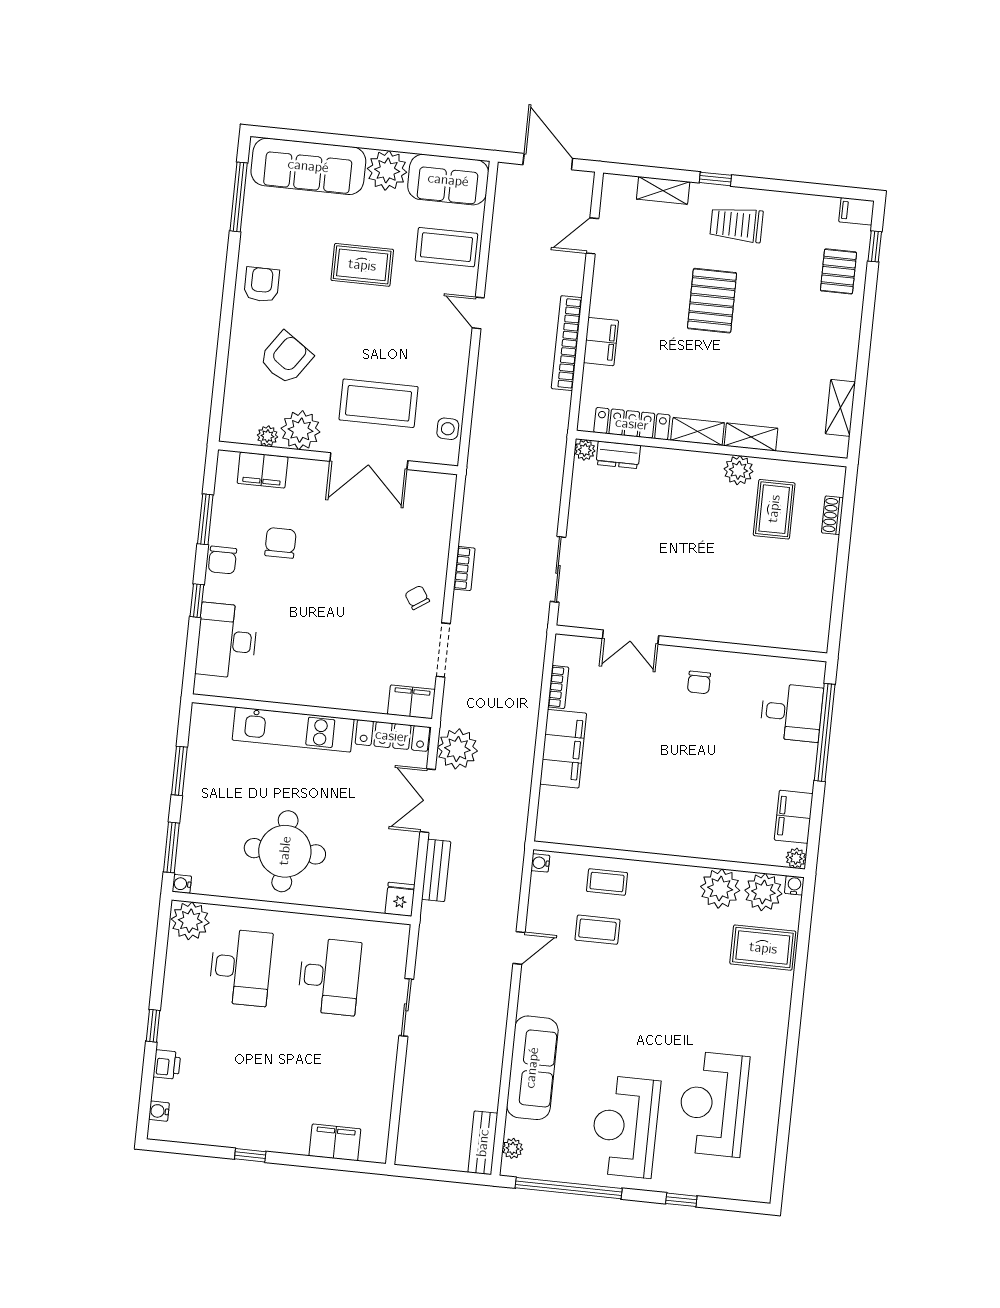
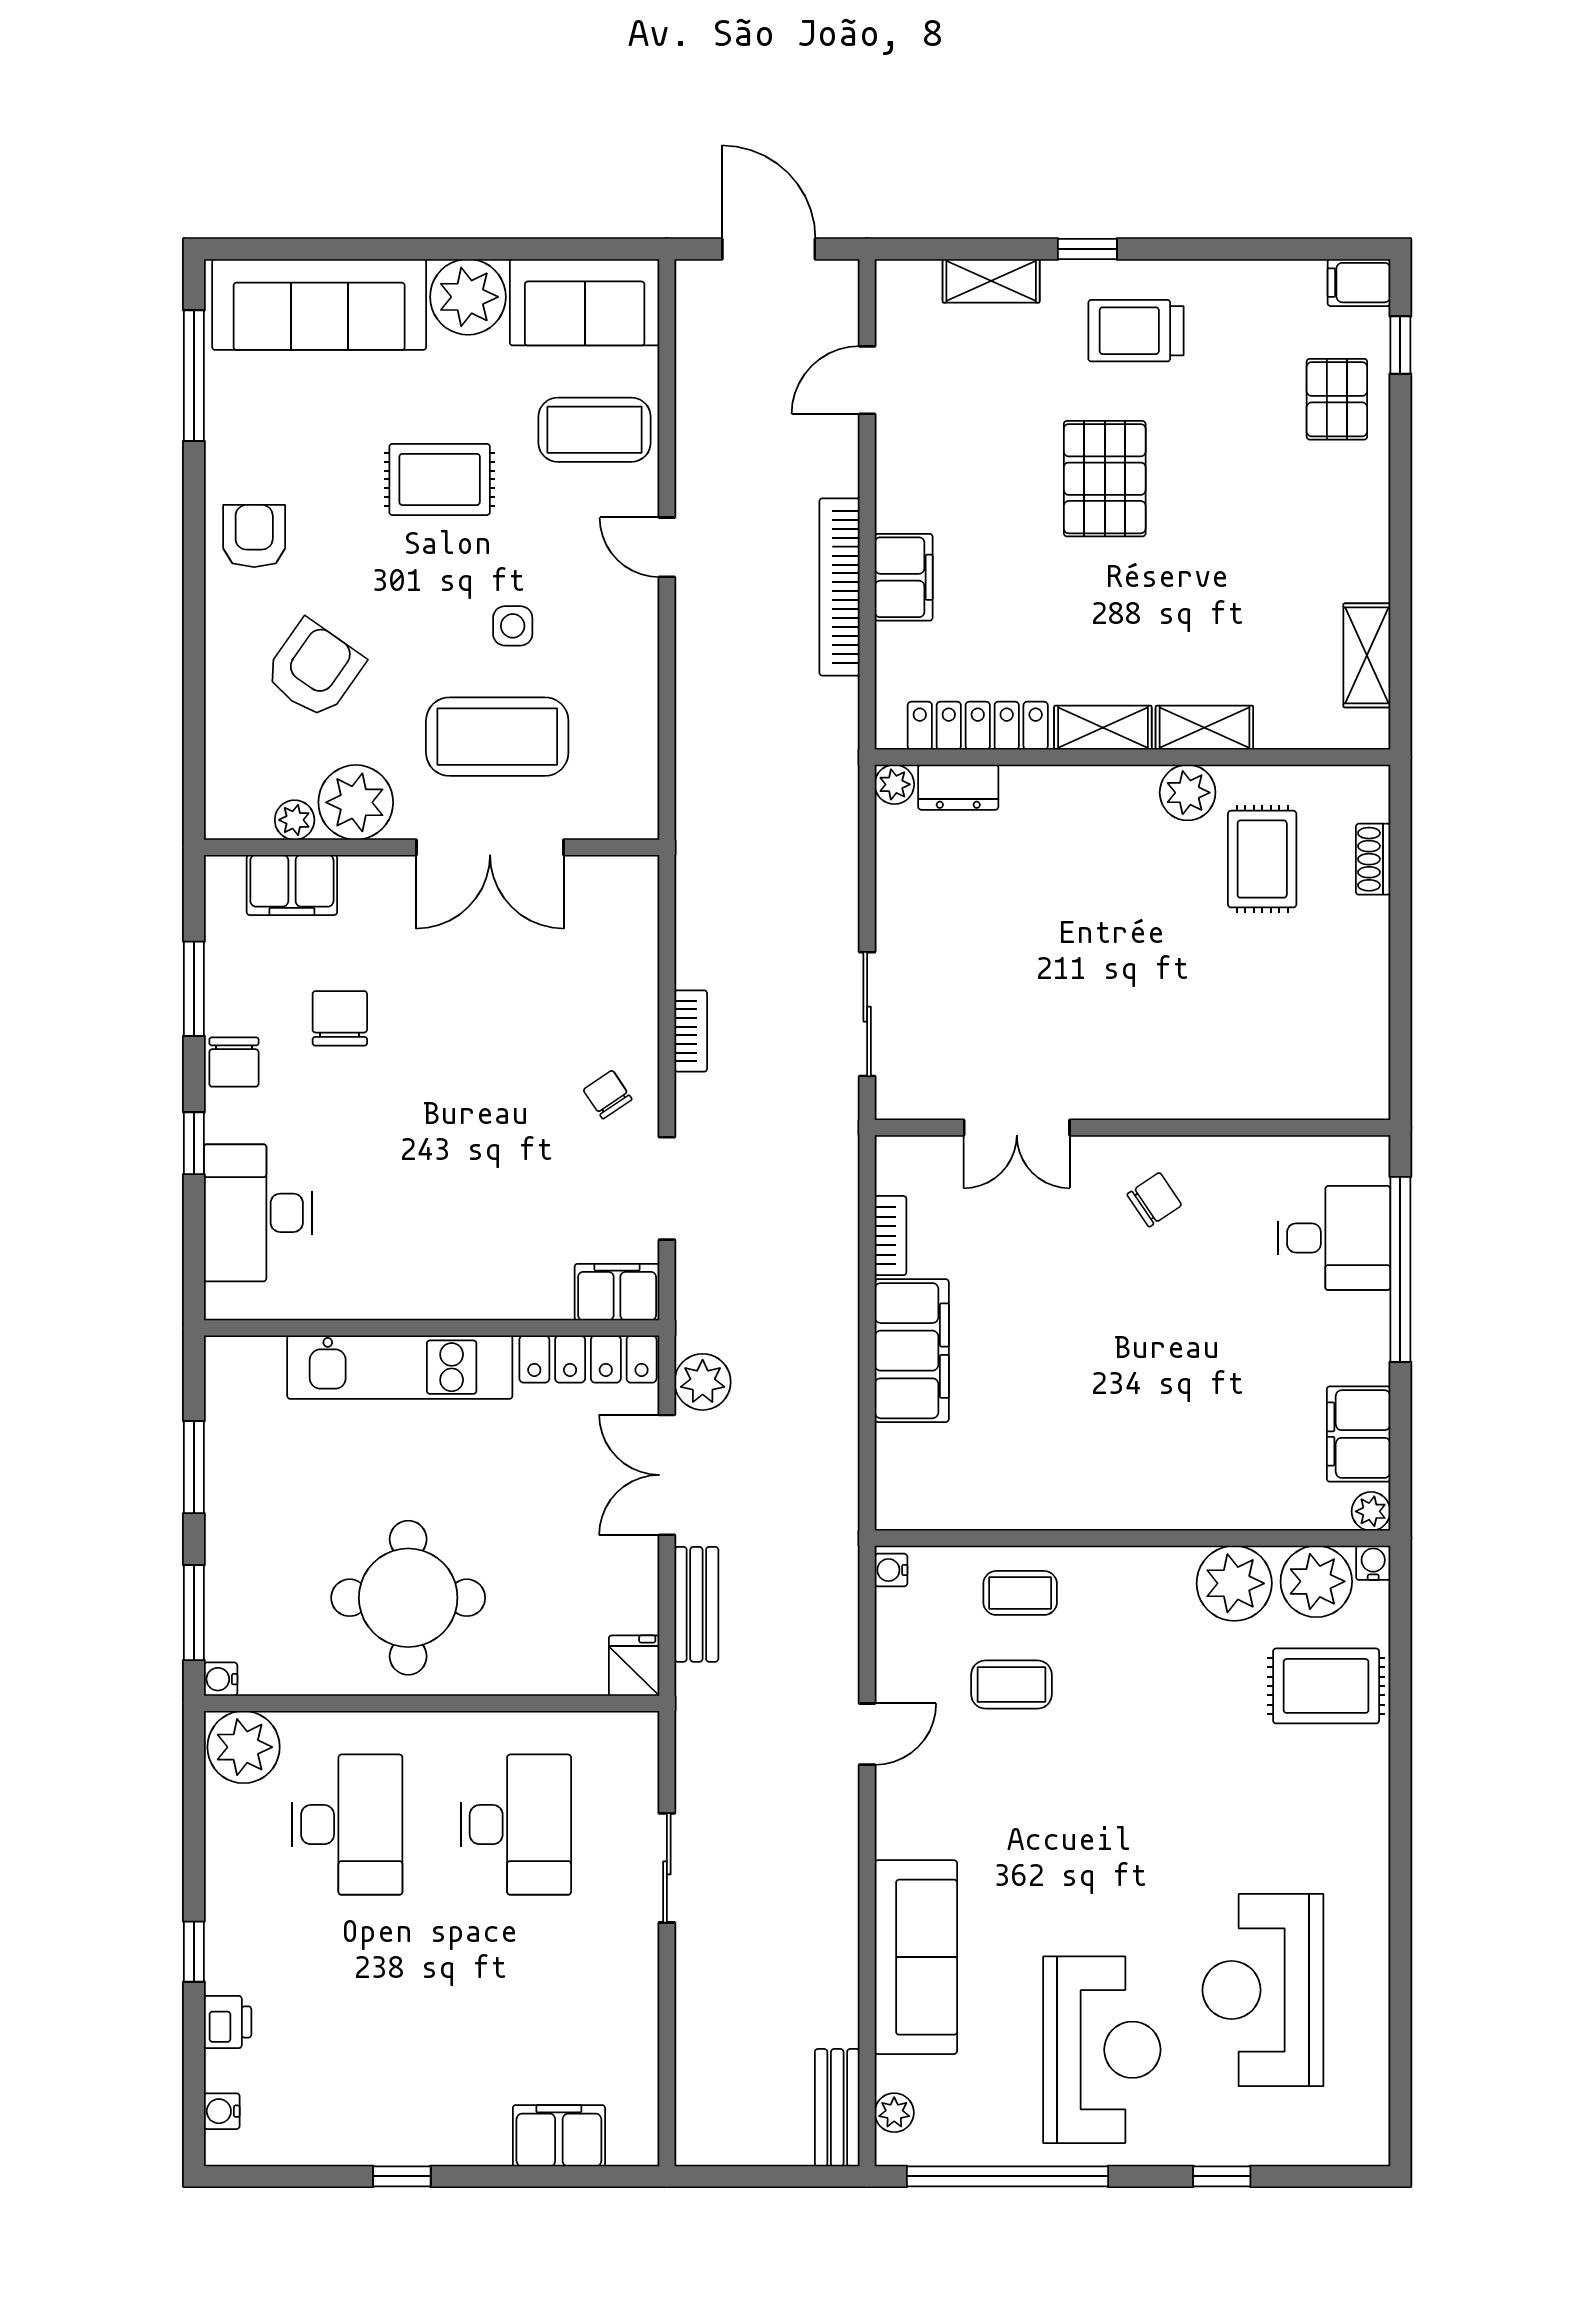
side table: (448, 429) -> (513, 626), moved
chair: (699, 682) -> (1154, 1200), turned -124
plant: (457, 749) -> (703, 1382), width x0.73, depth x0.73
reception desk: (625, 1127) -> (1102, 2050), turned 180

